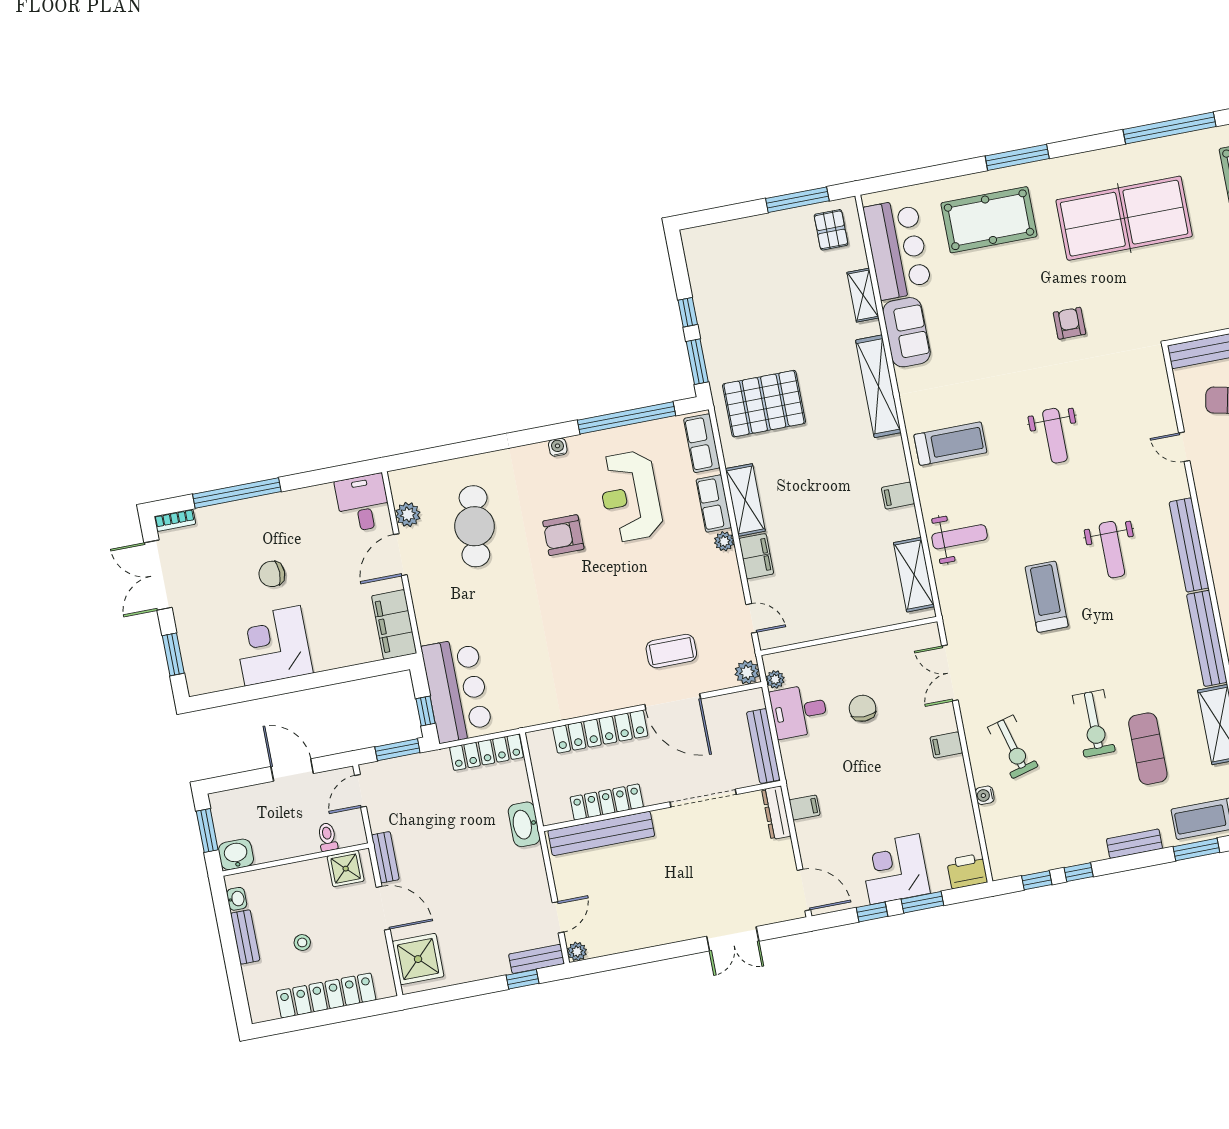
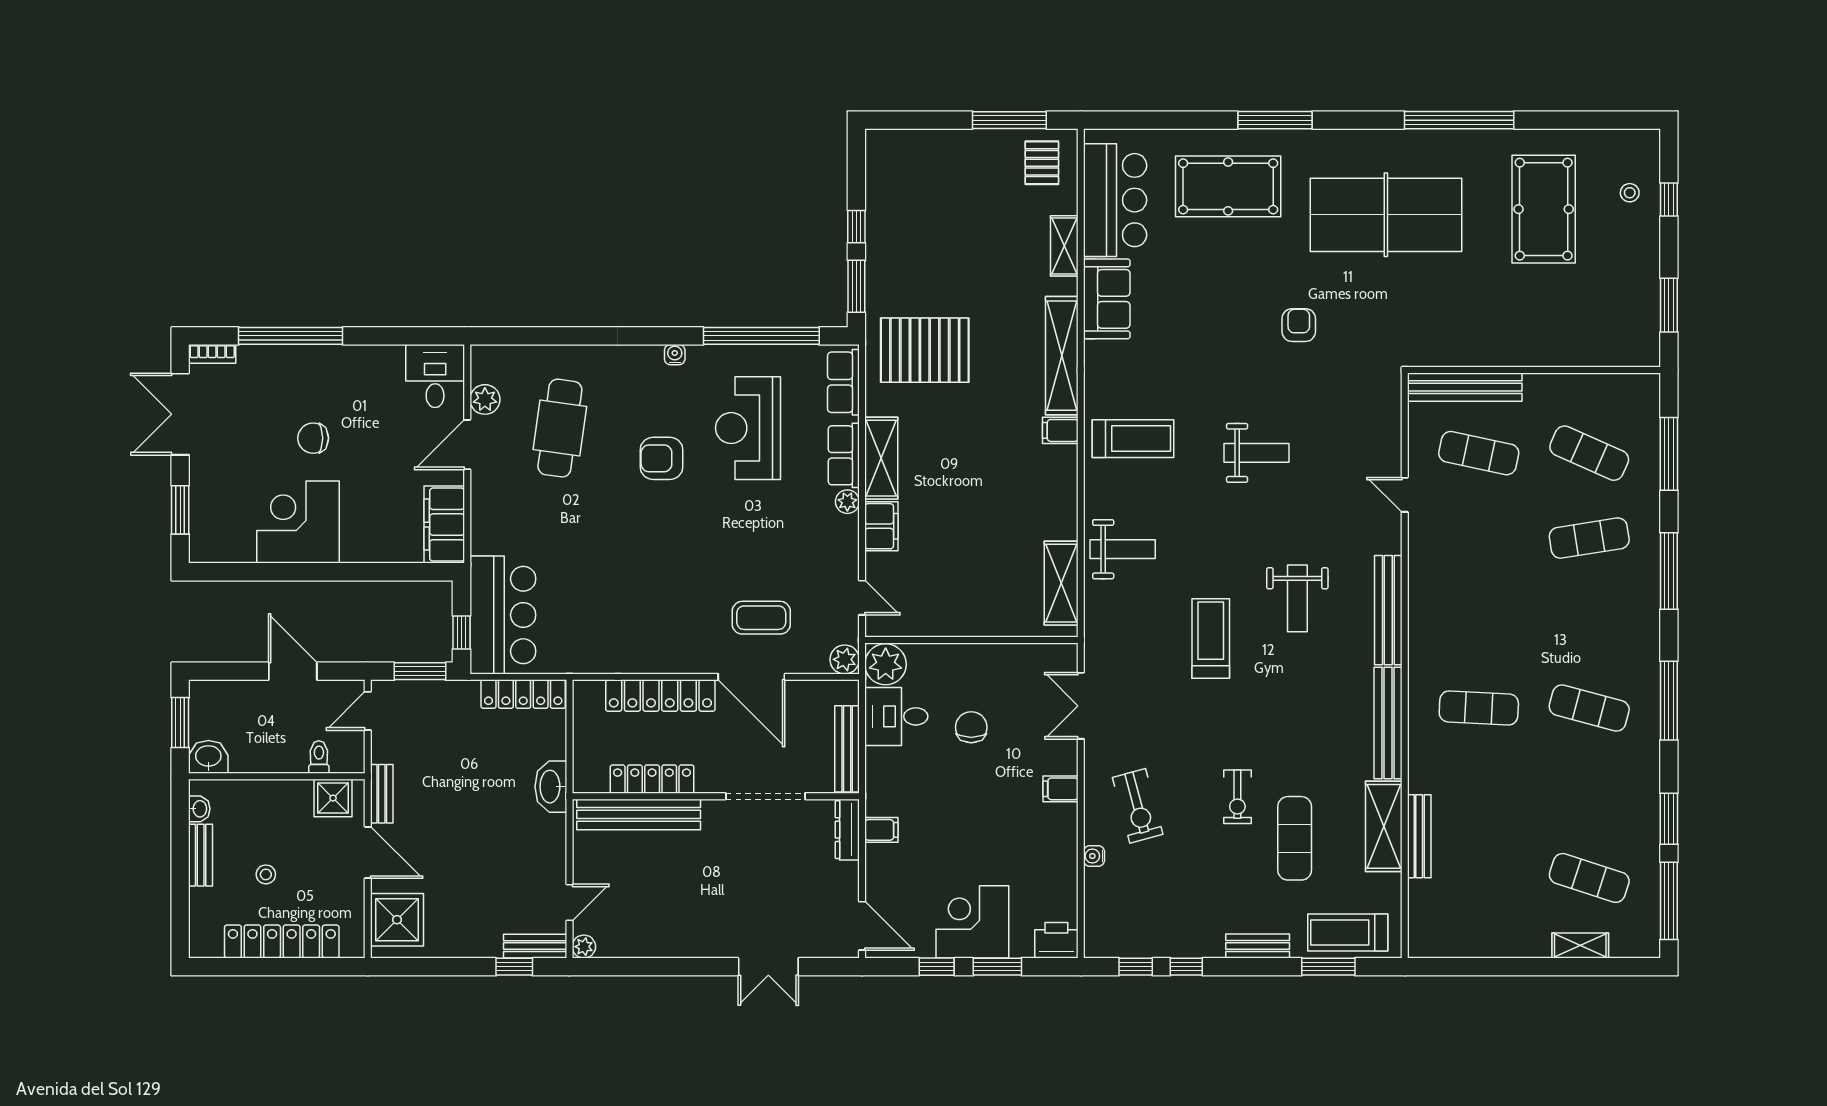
weight bench: (1055, 436) -> (1257, 453), turned -90
filing cabinet: (898, 496) -> (1060, 430), moved
plant: (775, 679) -> (886, 664), width x1.88, depth x1.88
exercise bike: (1094, 723) -> (1237, 797), width x0.73, depth x0.72

